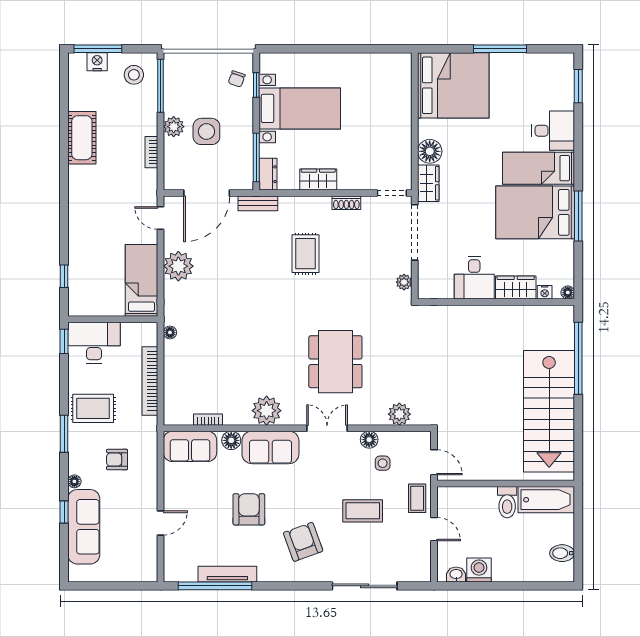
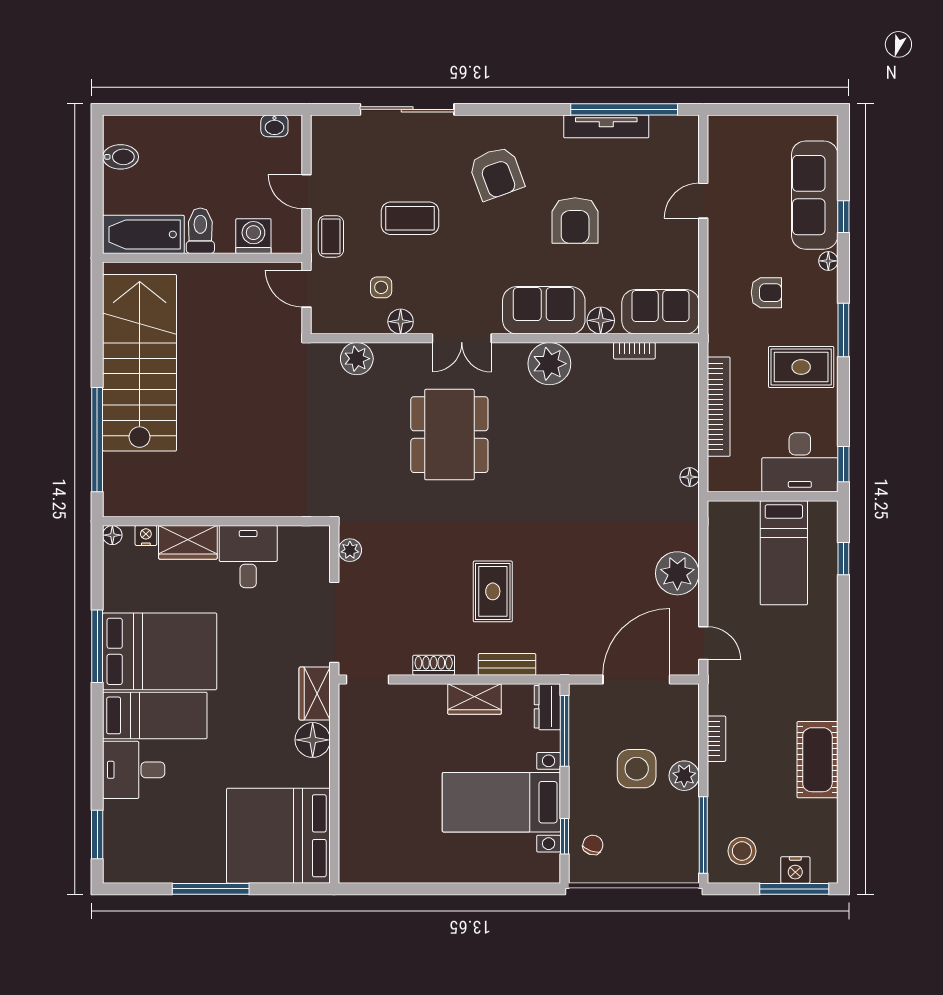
bench: (258, 203) -> (507, 664), moved
bed: (142, 280) -> (784, 553), moved
washing machine: (479, 570) -> (253, 236), moved, turned 180

